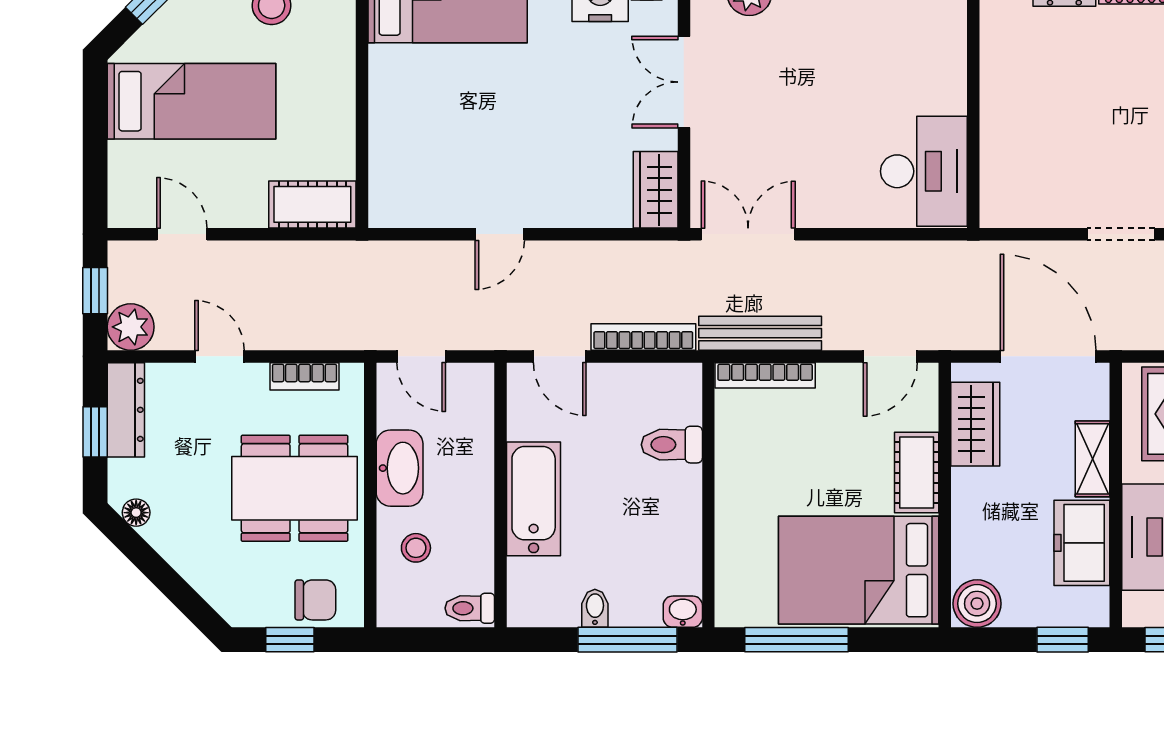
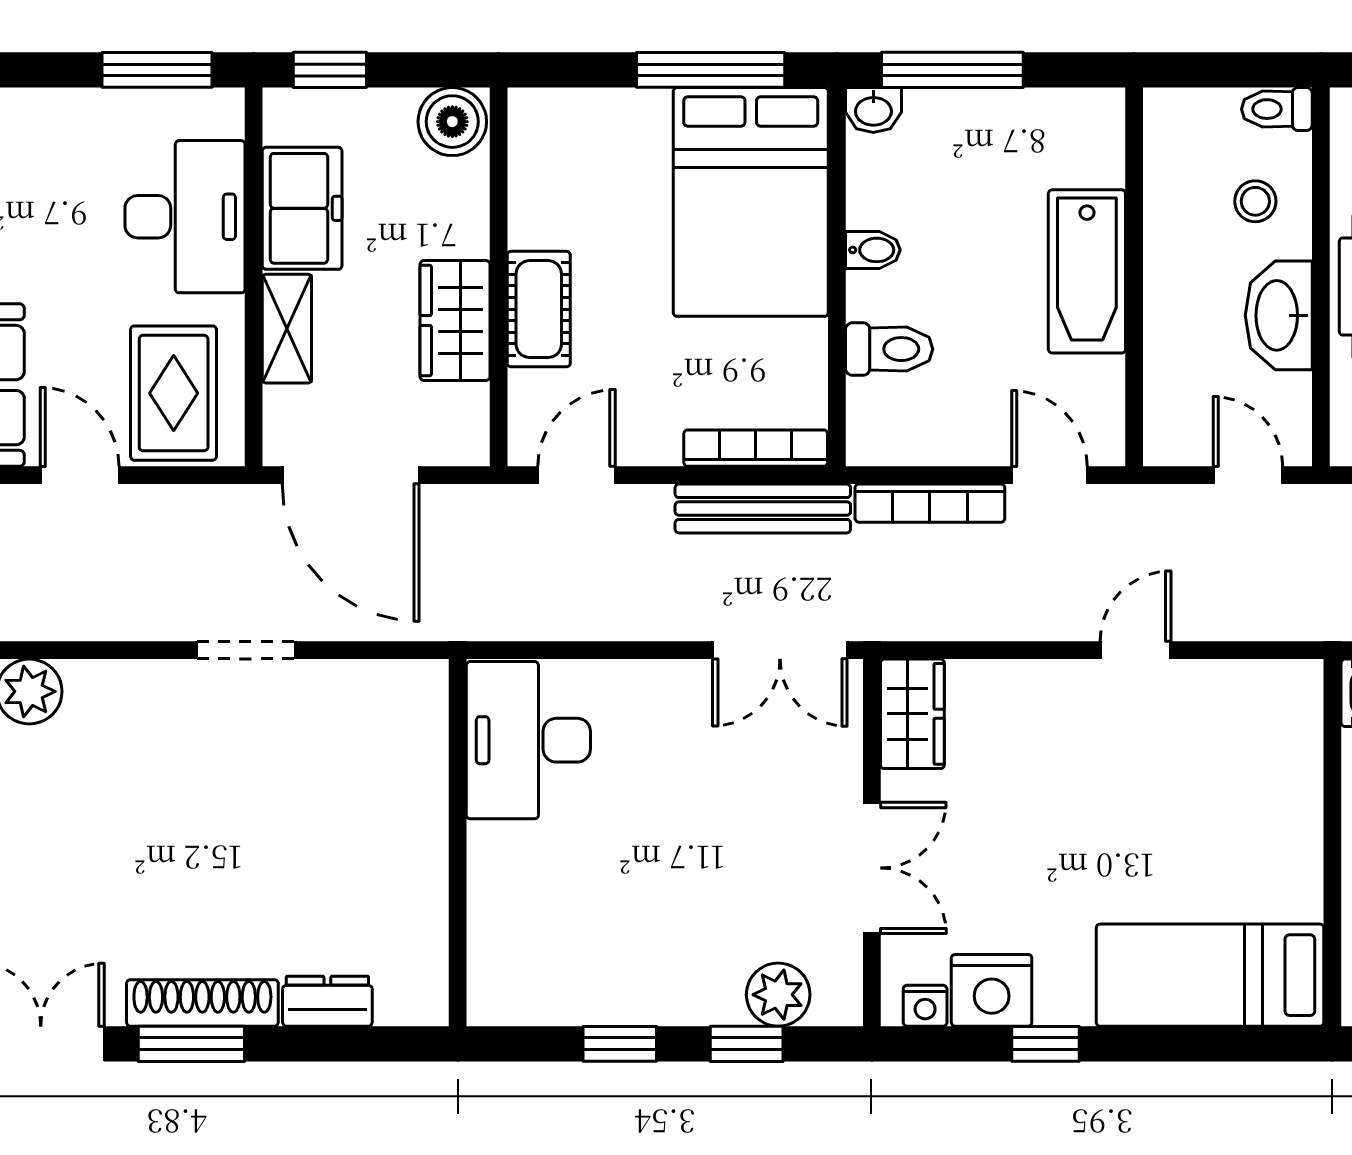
wardrobe: (975, 424) -> (455, 320), moved
bed: (859, 570) -> (751, 202), moved, turned 90
toilet: (470, 608) -> (1277, 109), moved, turned 180
bidet: (595, 608) -> (873, 250), moved, turned -90

